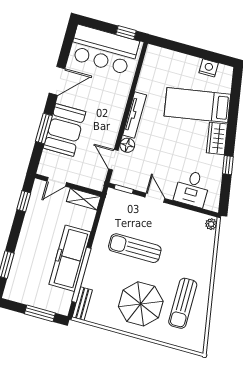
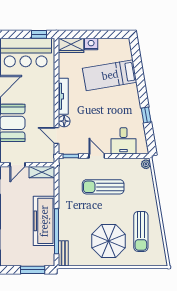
nightstand: (209, 68) -> (91, 44), moved
wardrobe: (217, 138) -> (71, 45), moved, turned -80
sun lounger: (135, 248) -> (103, 187), moved

